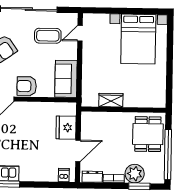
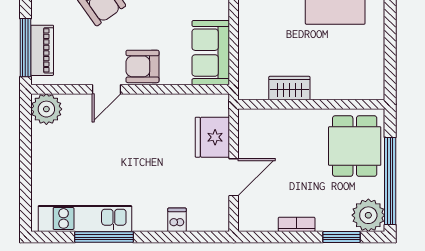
plant: (135, 174) -> (368, 215), moved
dishwasher: (64, 175) -> (177, 220), moved
dresser: (92, 177) -> (259, 222), removed

